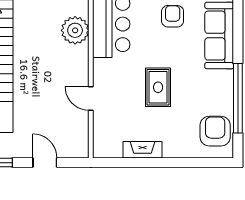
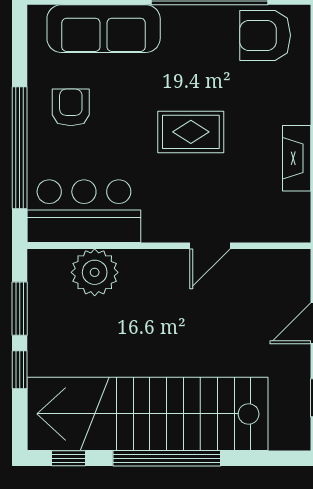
armchair: (173, 16) -> (71, 107), turned 90

